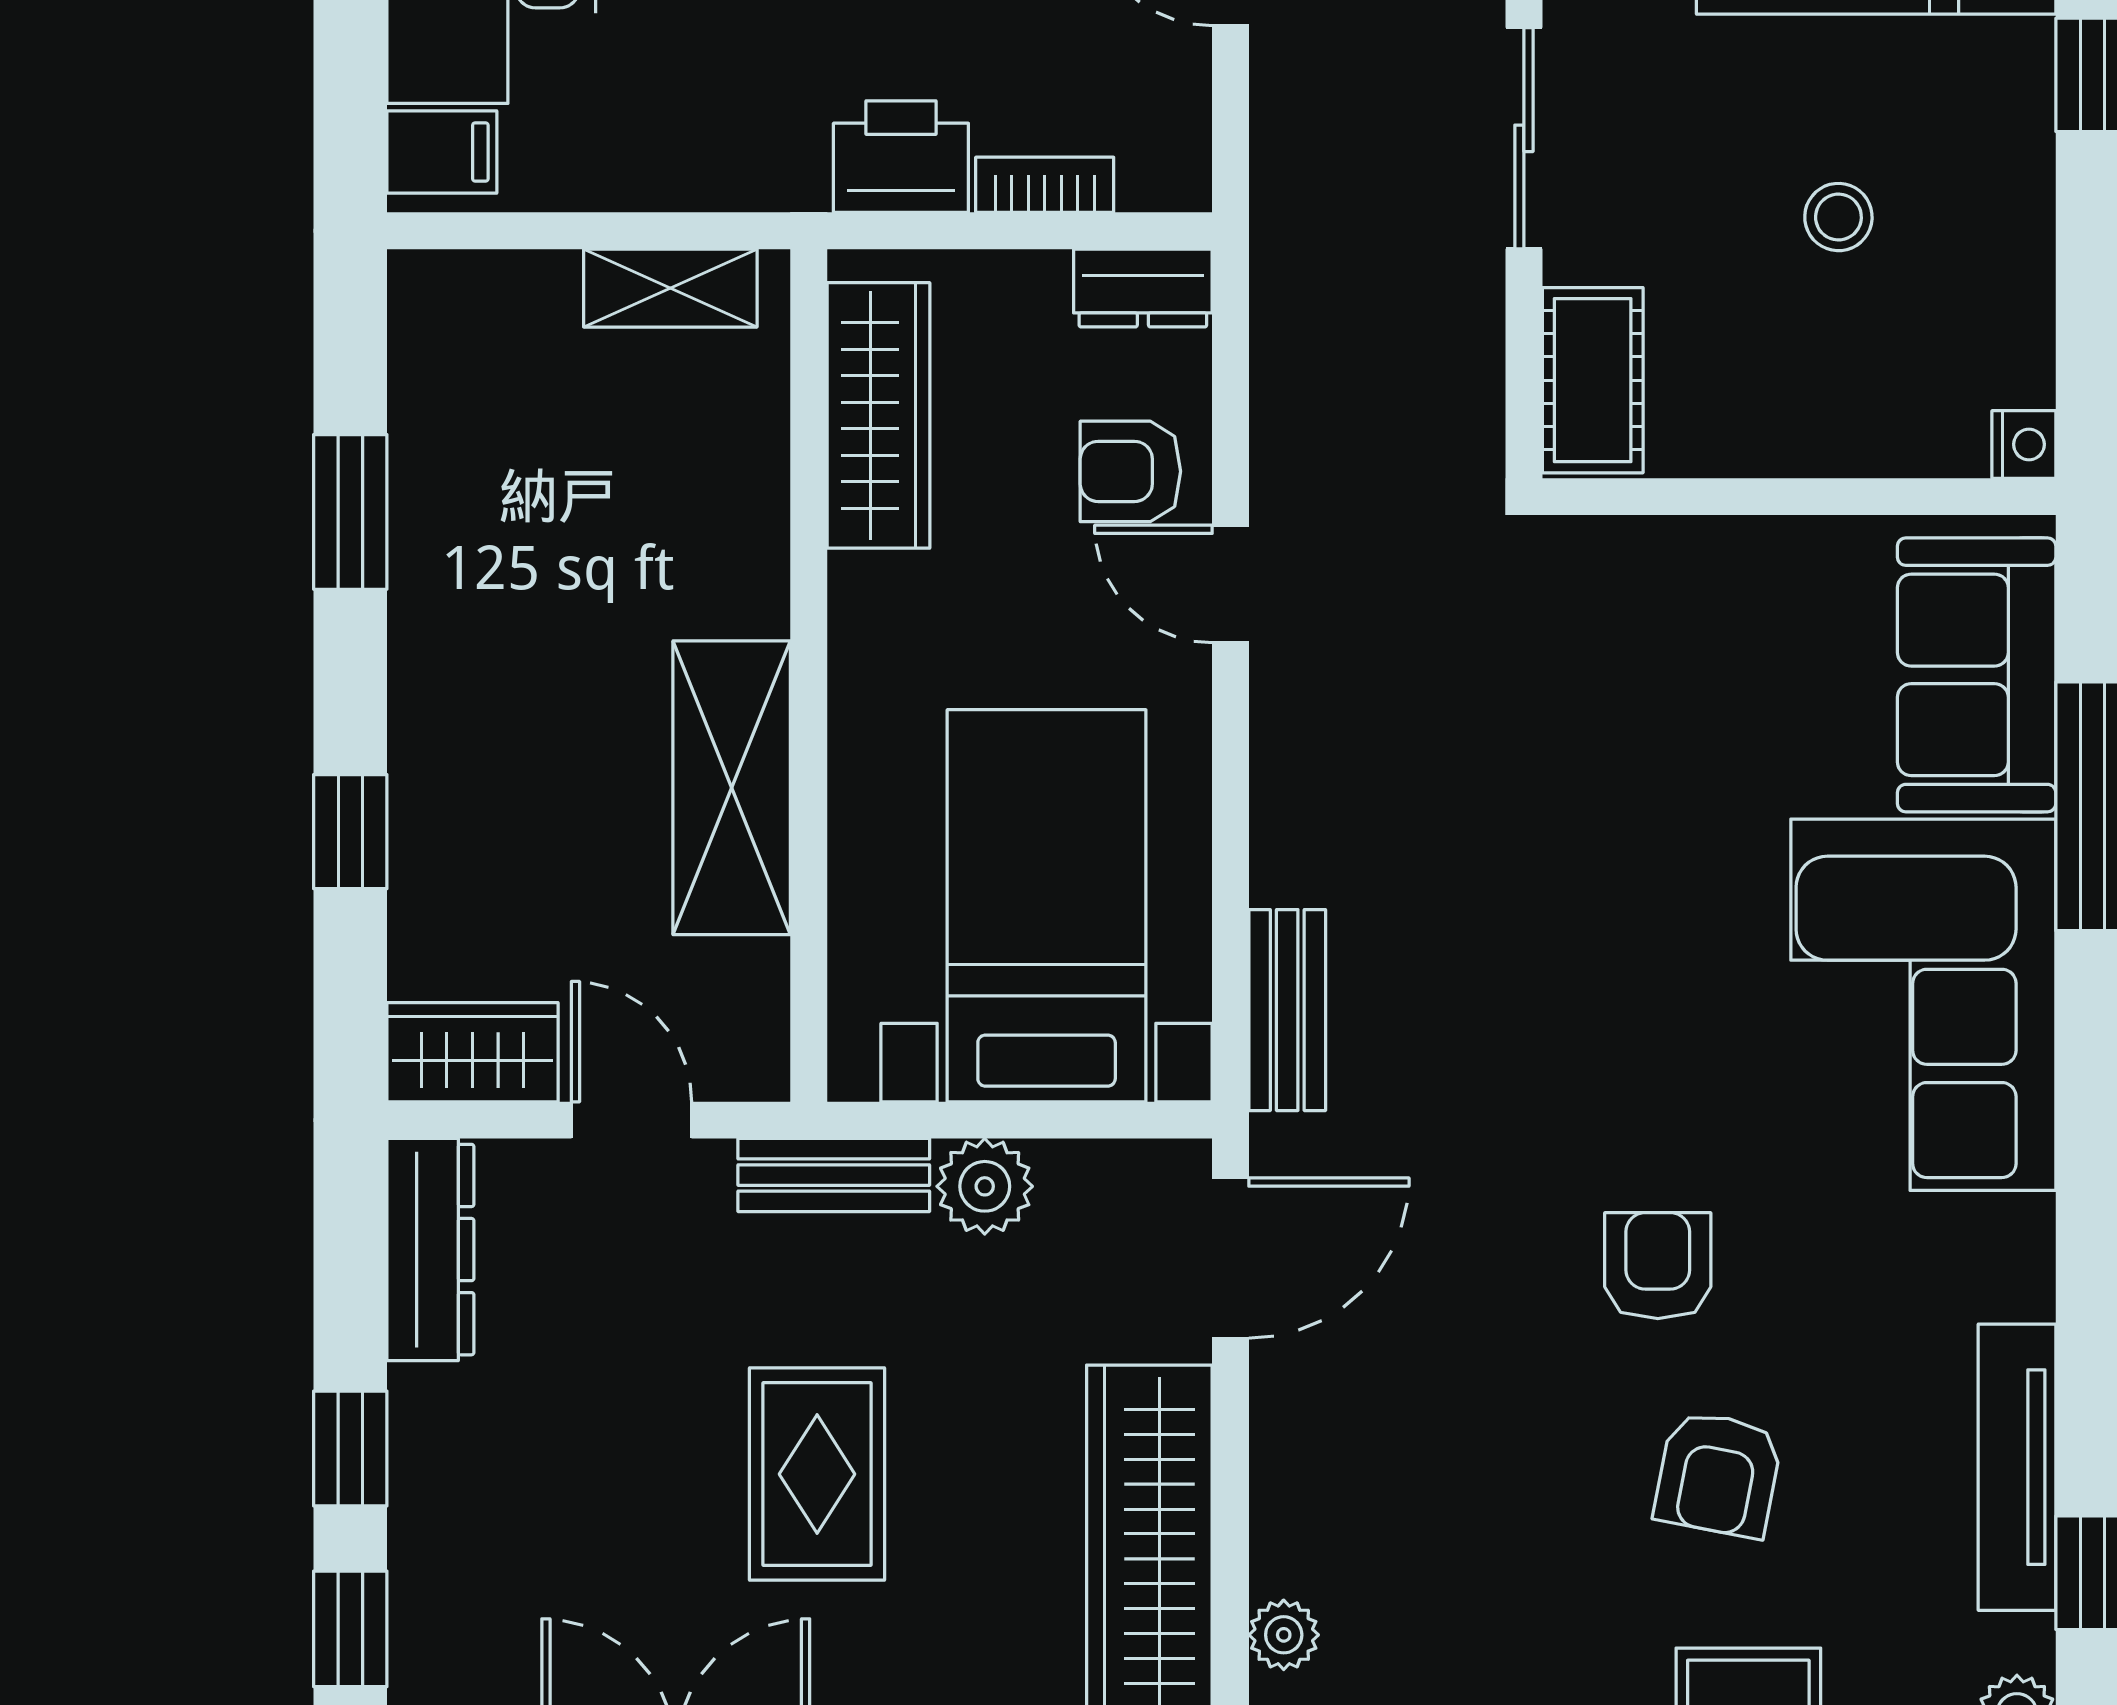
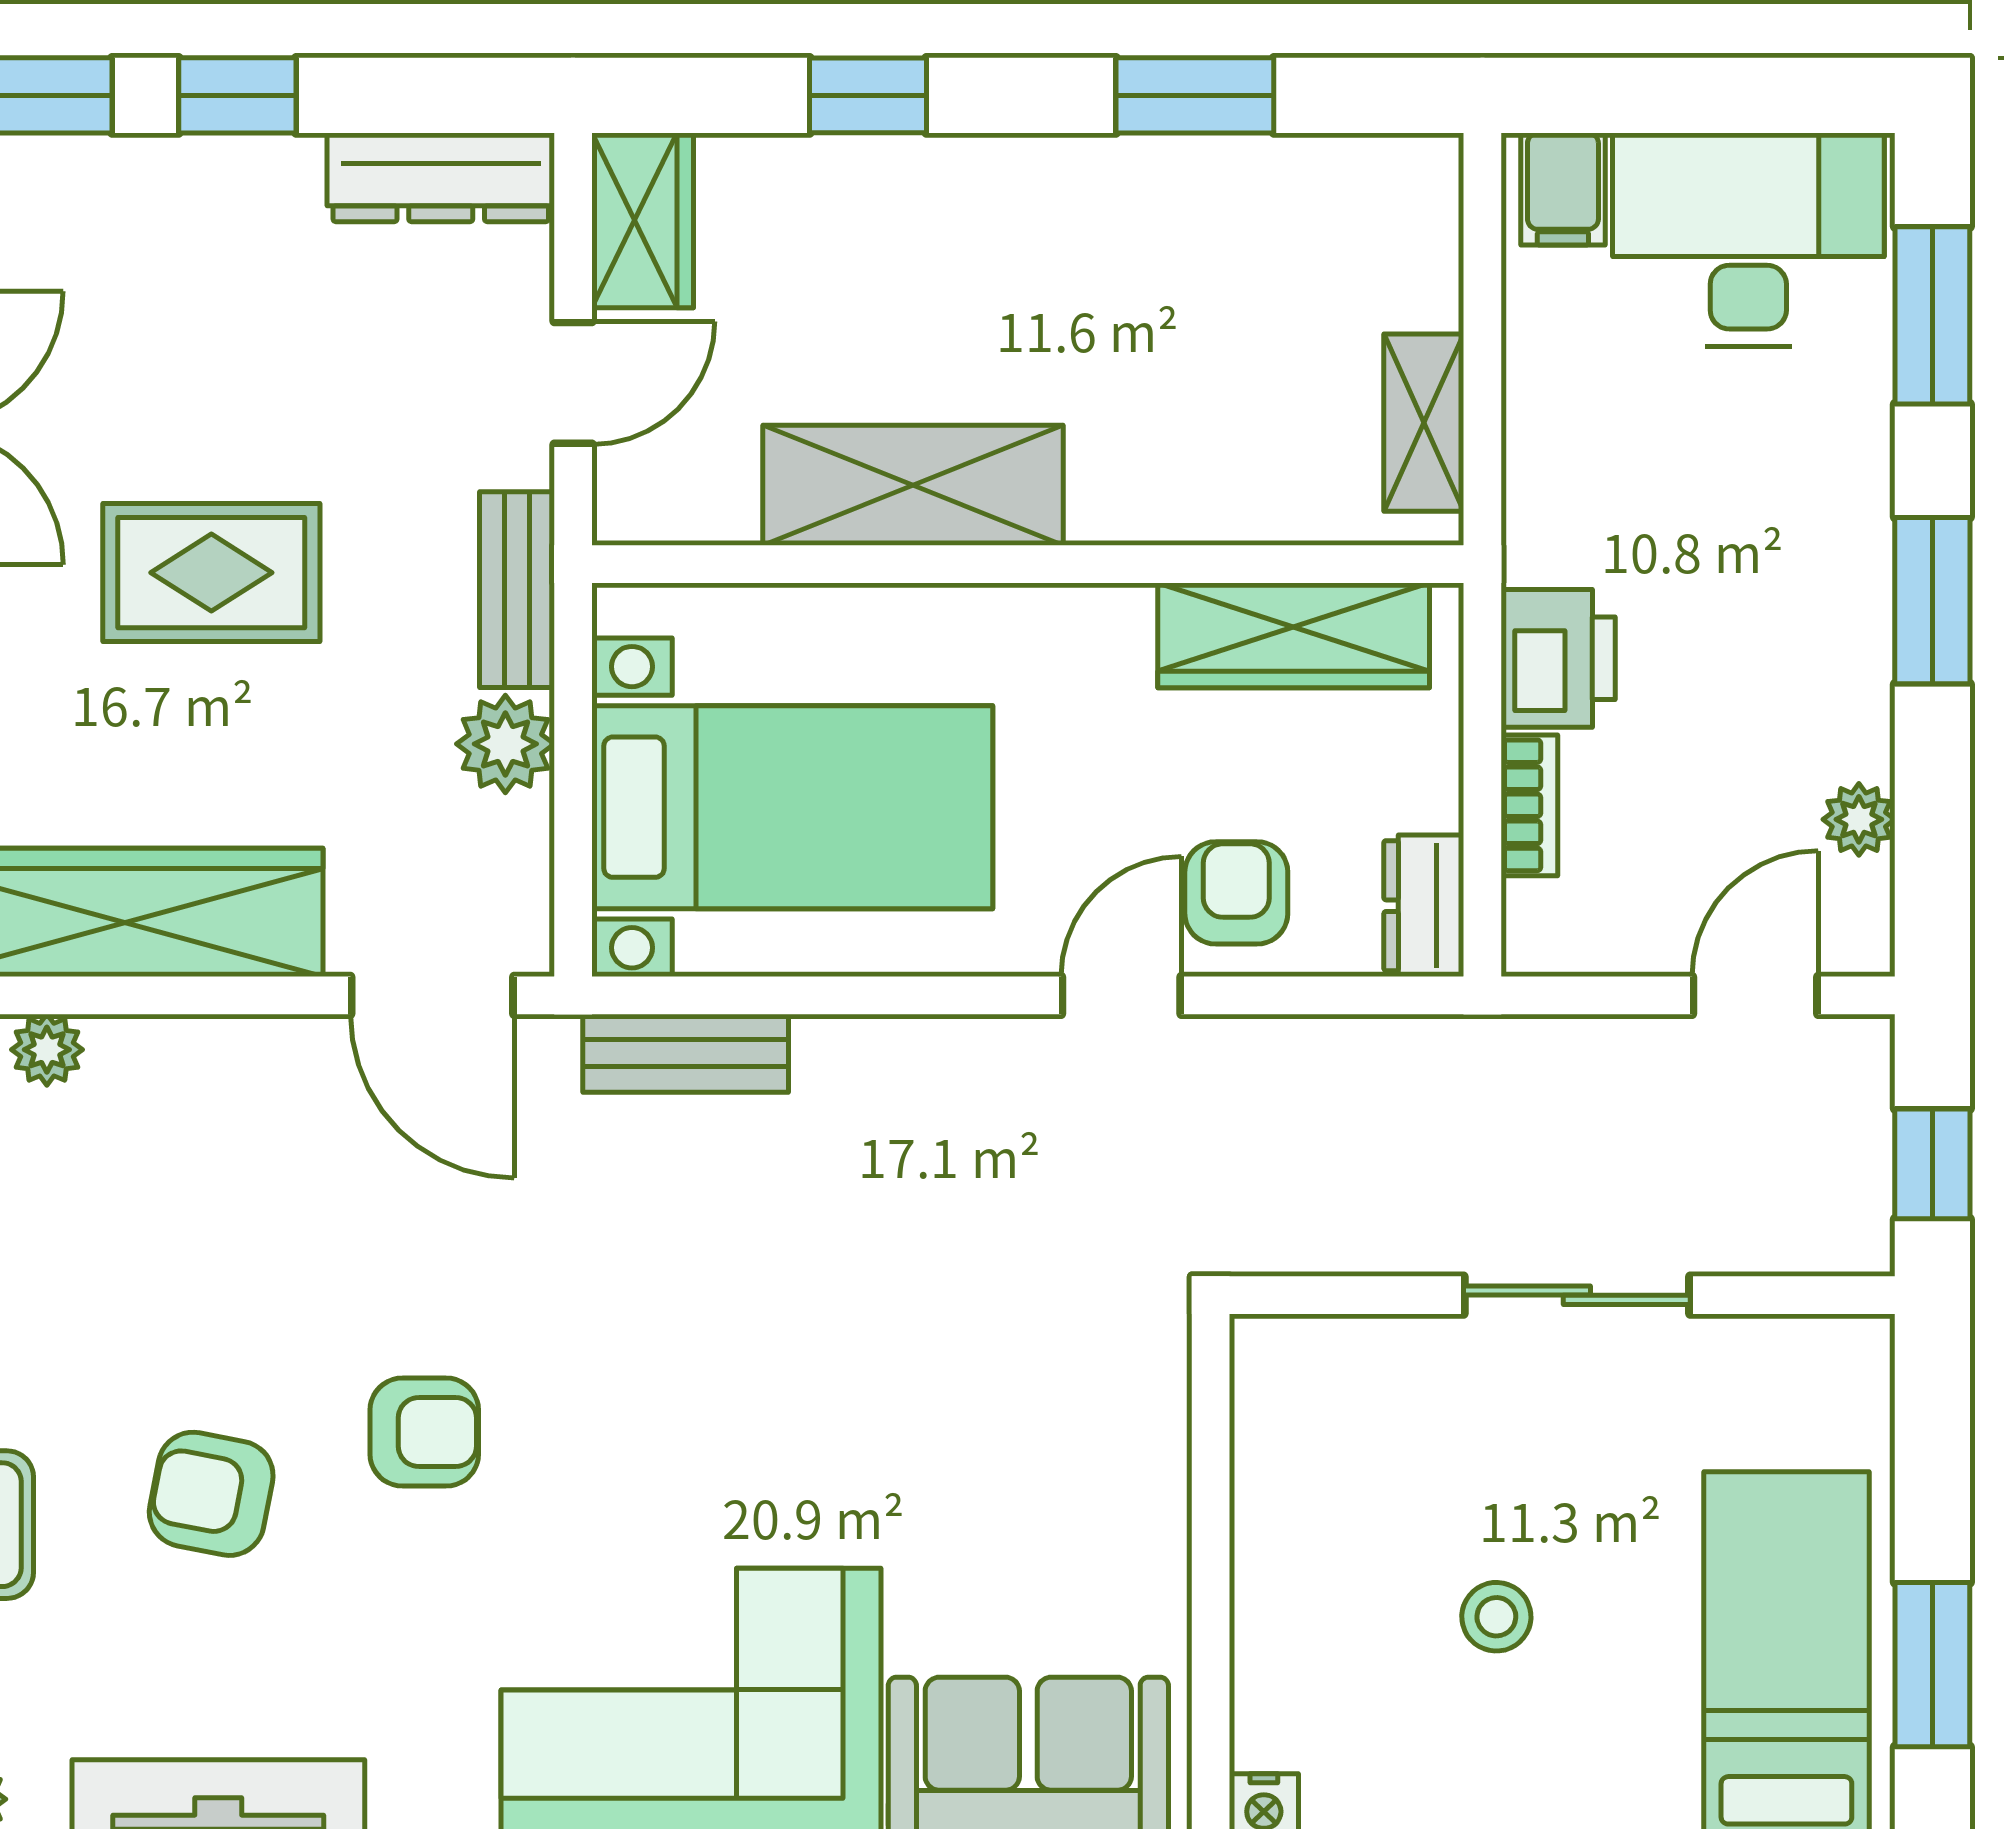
cot: (1593, 380) -> (1330, 1365), removed

